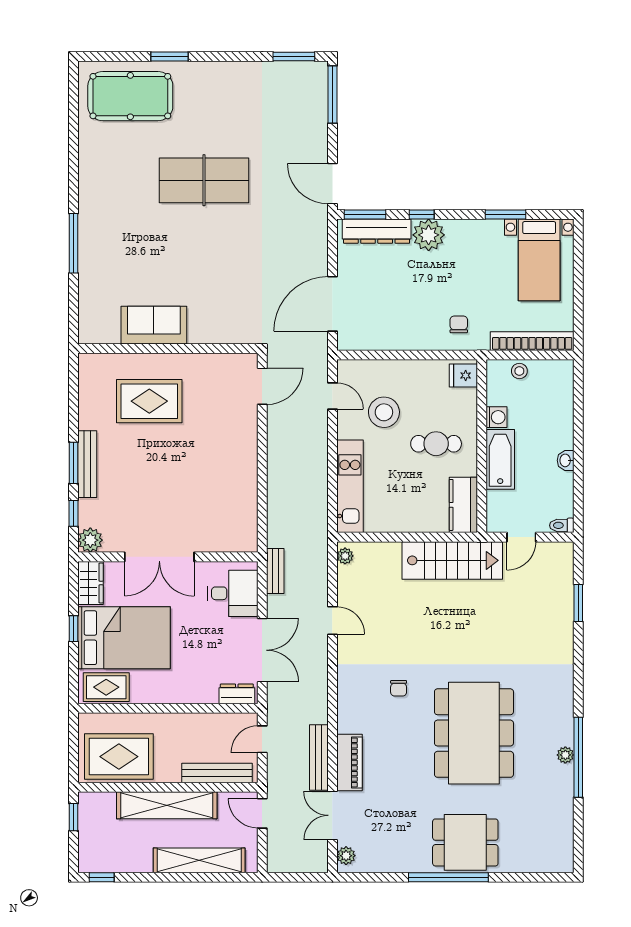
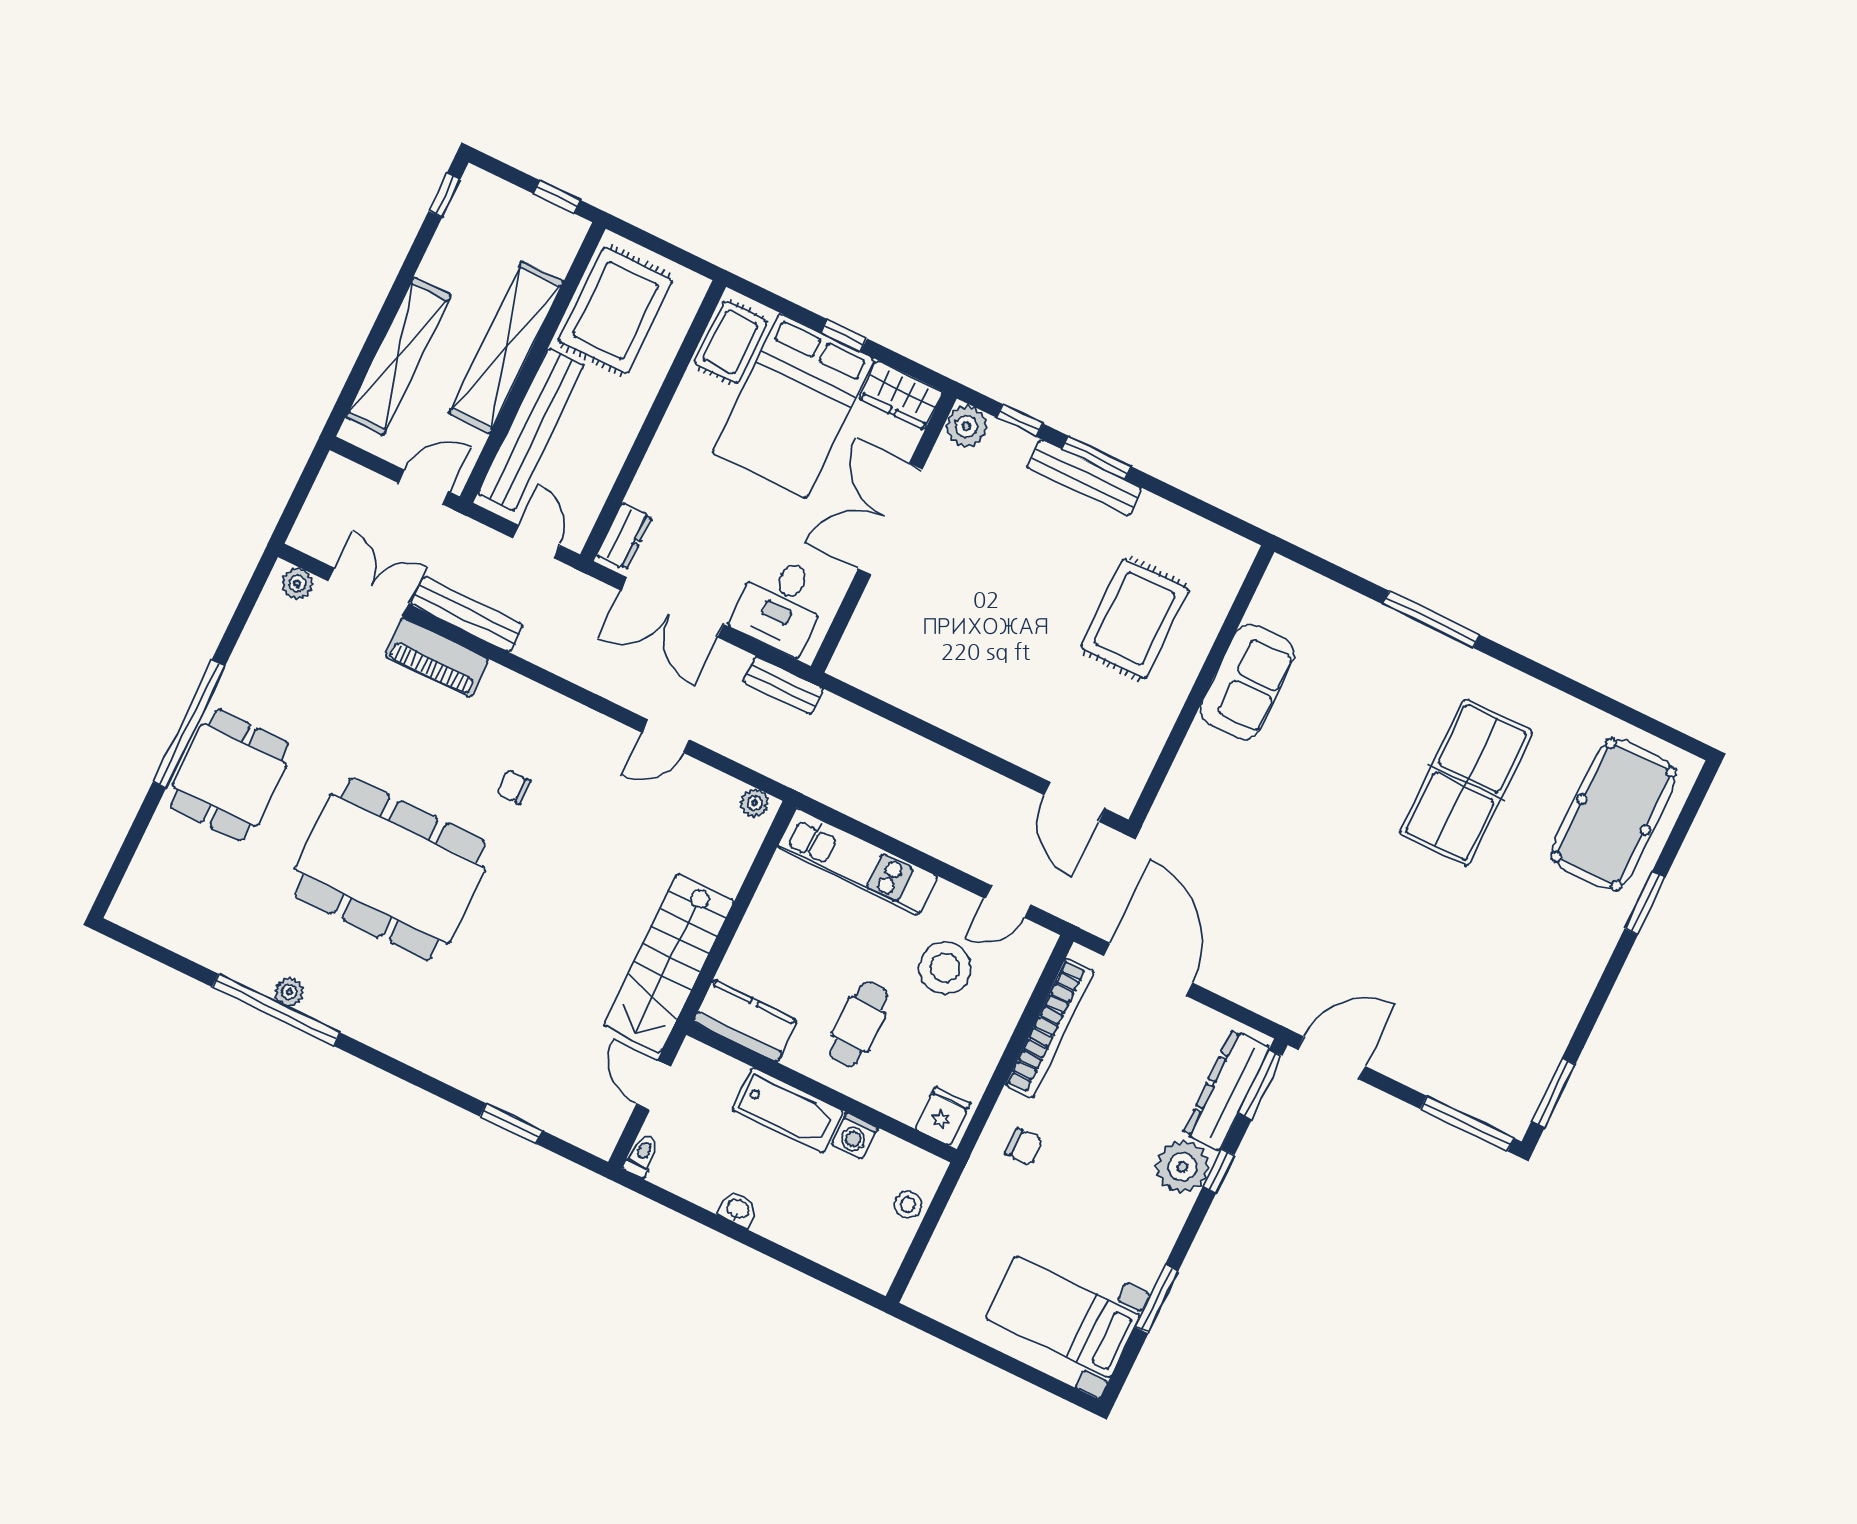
table tennis table: (204, 180) -> (1466, 782), moved
bookcase: (532, 341) -> (1050, 1028), moved
bench: (217, 773) -> (531, 430), width x1.37, depth x1.21

